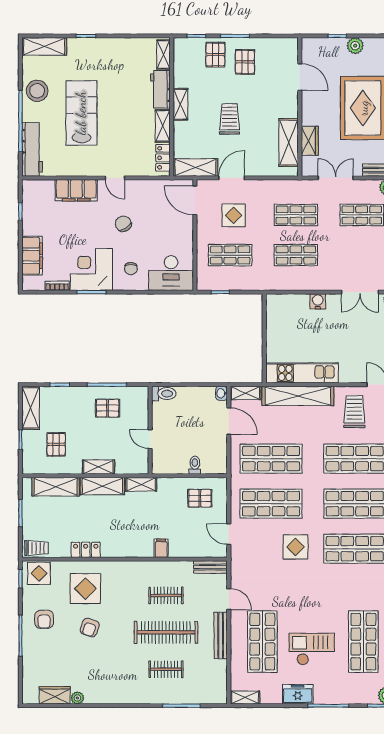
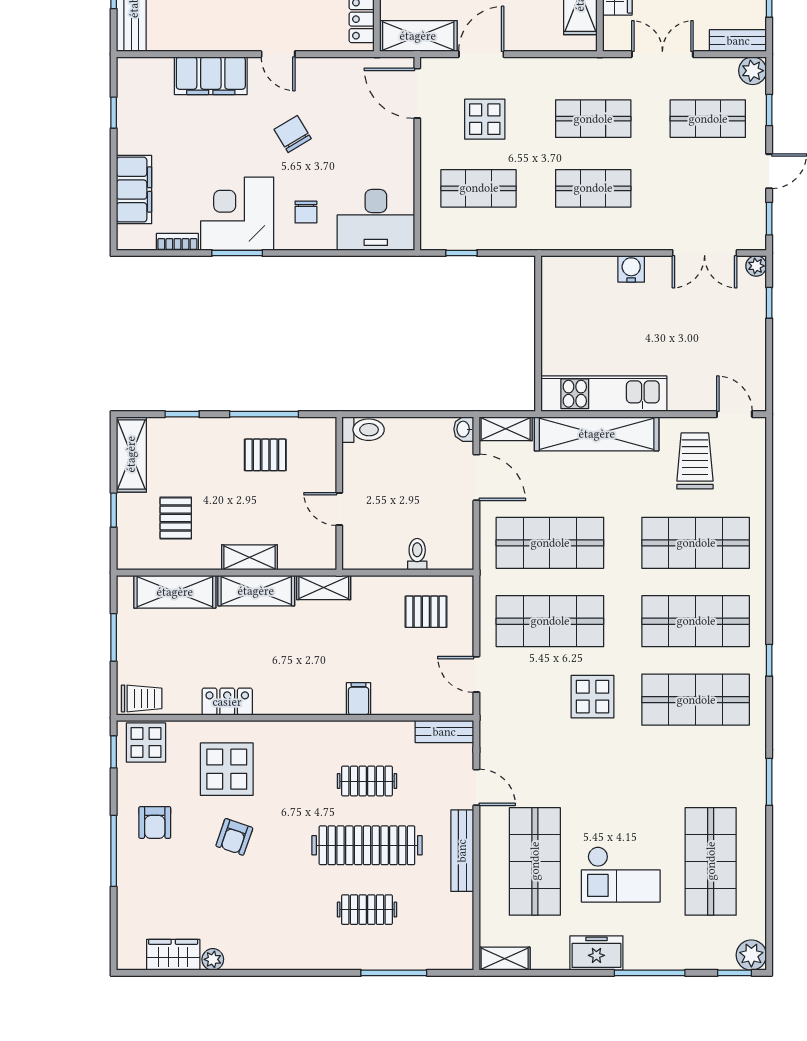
checkout: (312, 649) -> (621, 874), turned 180

